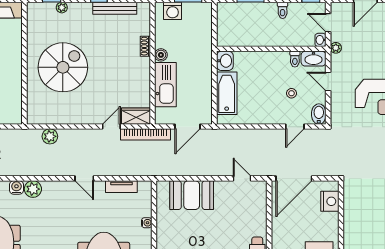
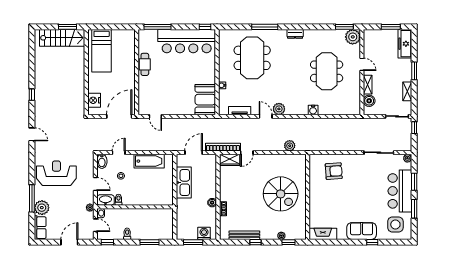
washbasin: (225, 61) -> (167, 198), removed
spiral stairs: (63, 67) -> (281, 194), turned -90
kitchen sink: (165, 85) -> (184, 183), moved, turned 180
bathtub: (227, 93) -> (149, 161), moved, turned -90
plant: (33, 189) -> (279, 109), moved
booth: (192, 195) -> (205, 100), moved, turned 90

